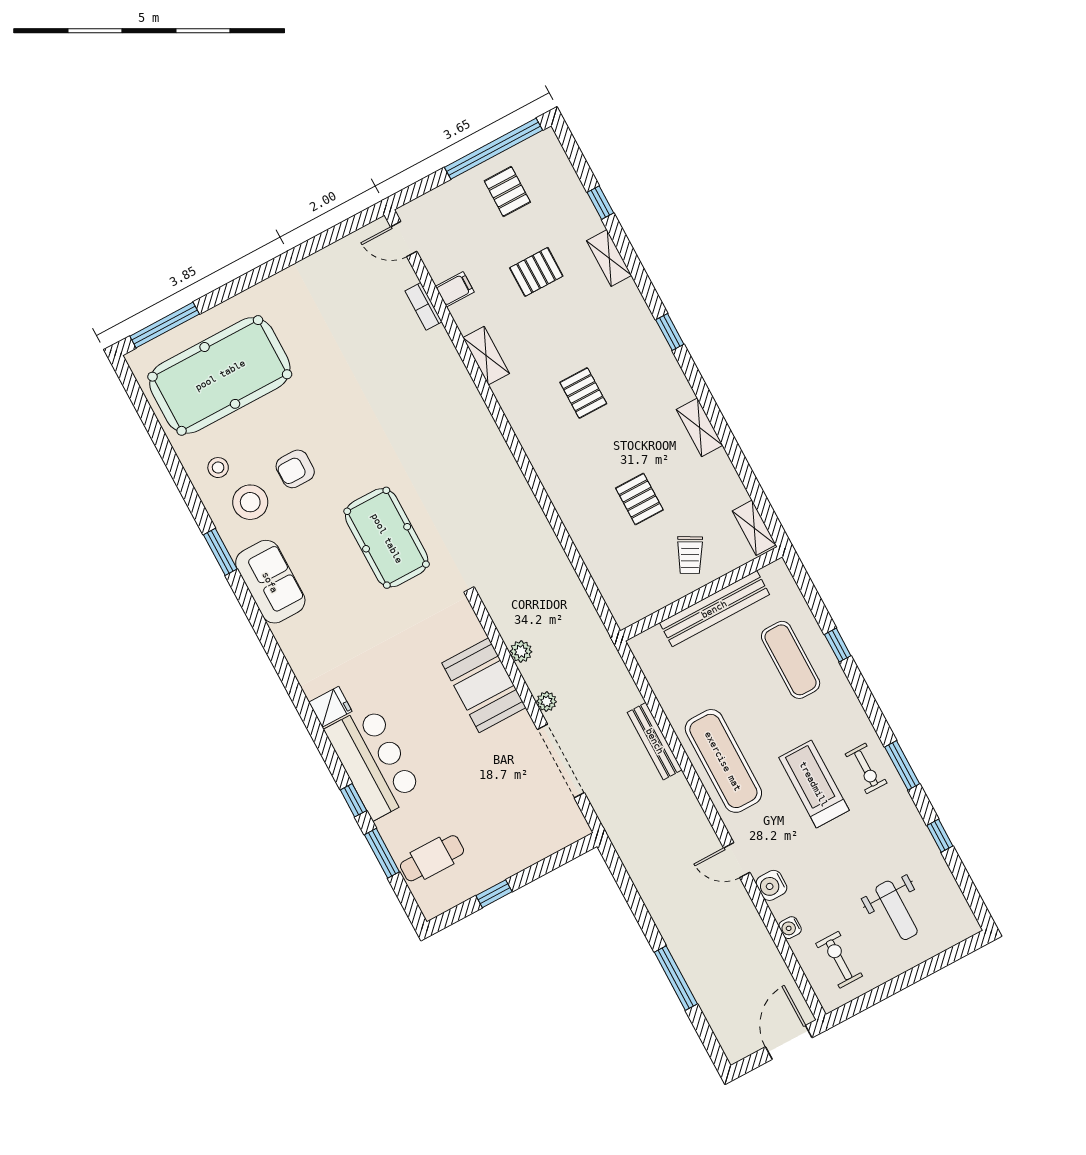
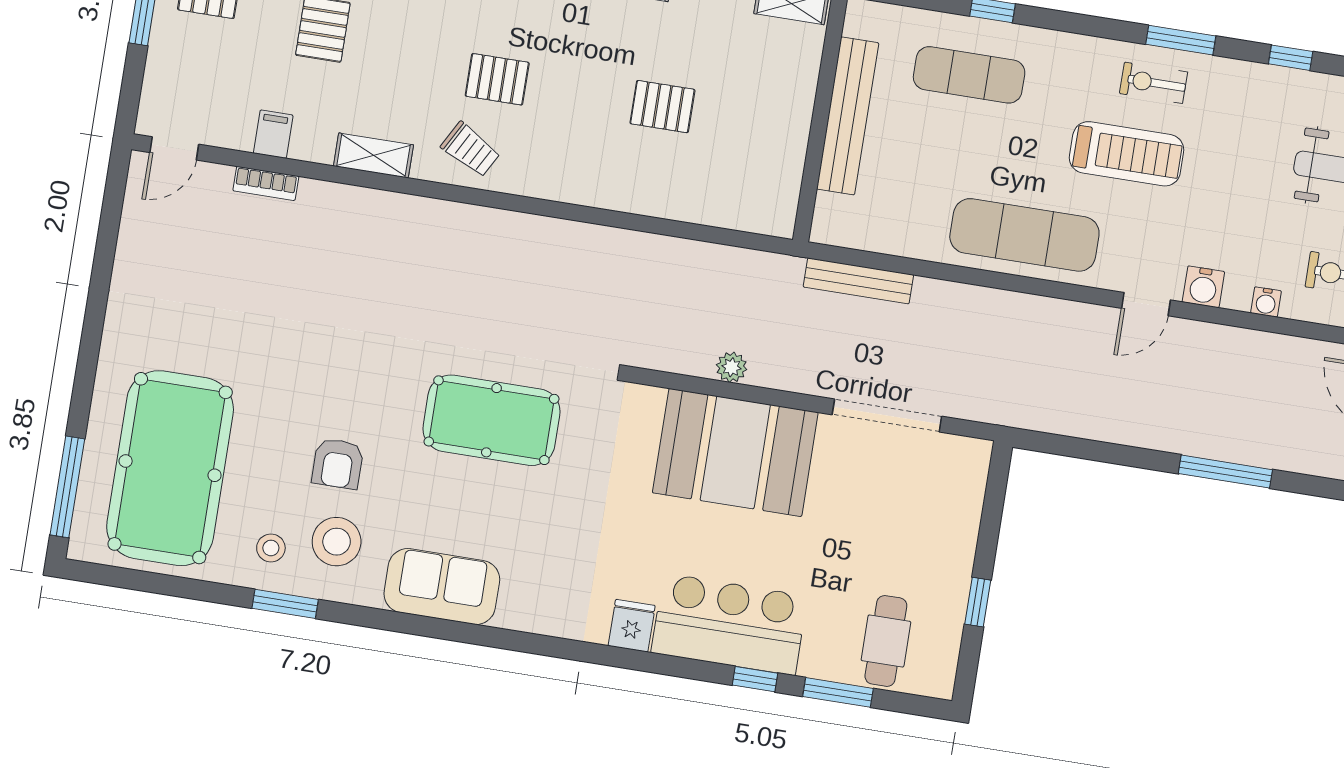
window: (220, 552) -> (285, 604), moved
trolley: (690, 555) -> (471, 150), moved
booth: (484, 685) -> (735, 453), width x1.36, depth x1.42
plant: (547, 701) -> (809, 381), removed
bench: (655, 741) -> (858, 281), moved
exercise bike: (866, 768) -> (1153, 83), turned 180
treadmill: (814, 784) -> (1127, 154), turned 180

